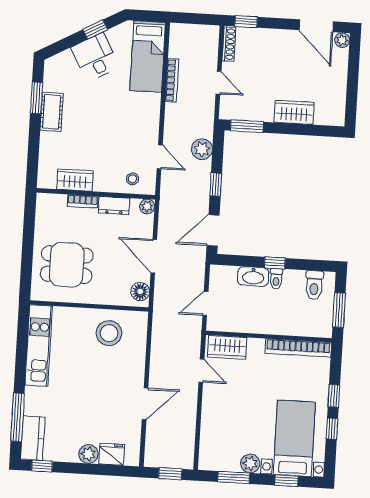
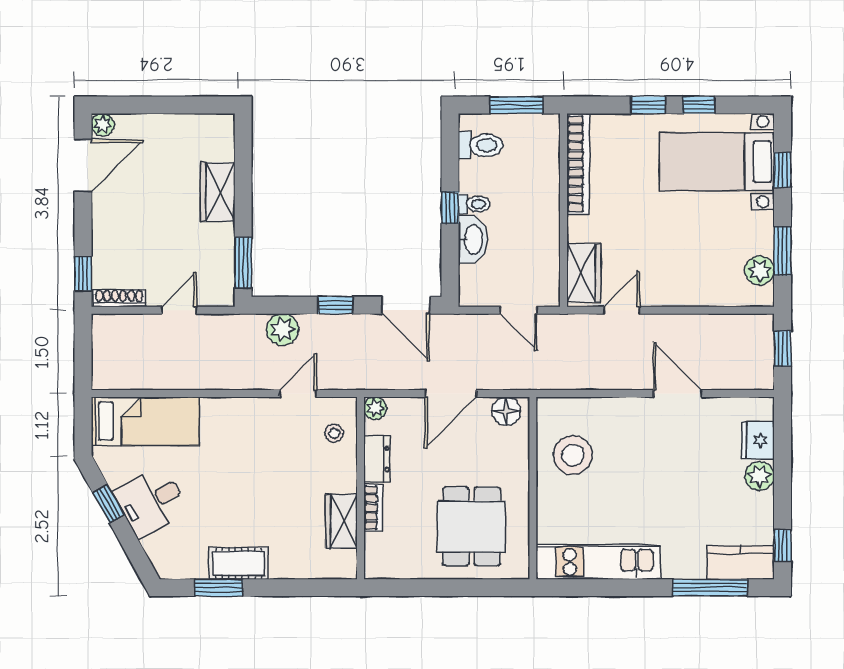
bookcase: (172, 80) -> (180, 382), removed
plant: (250, 463) -> (760, 271), moved

